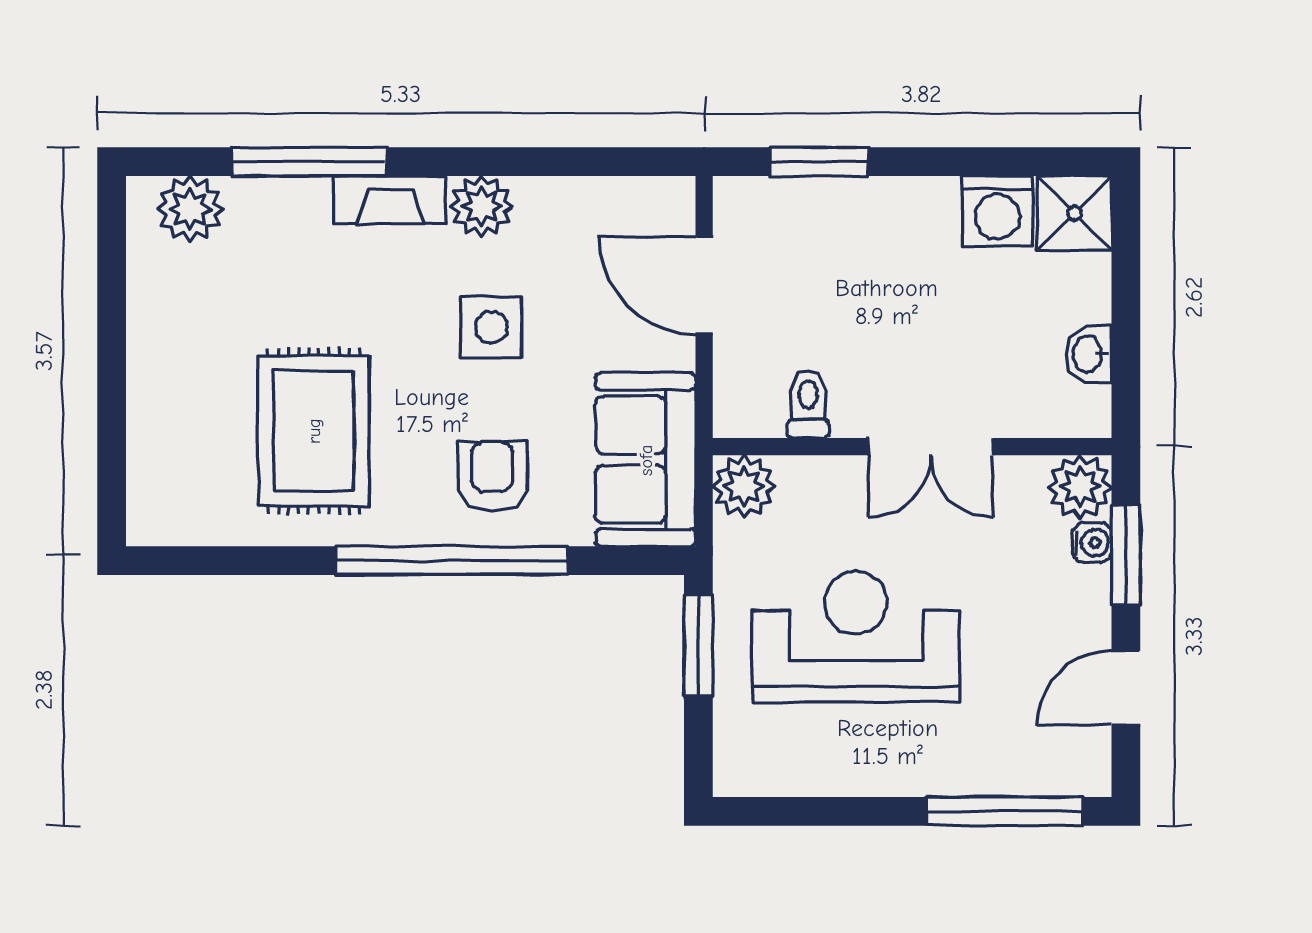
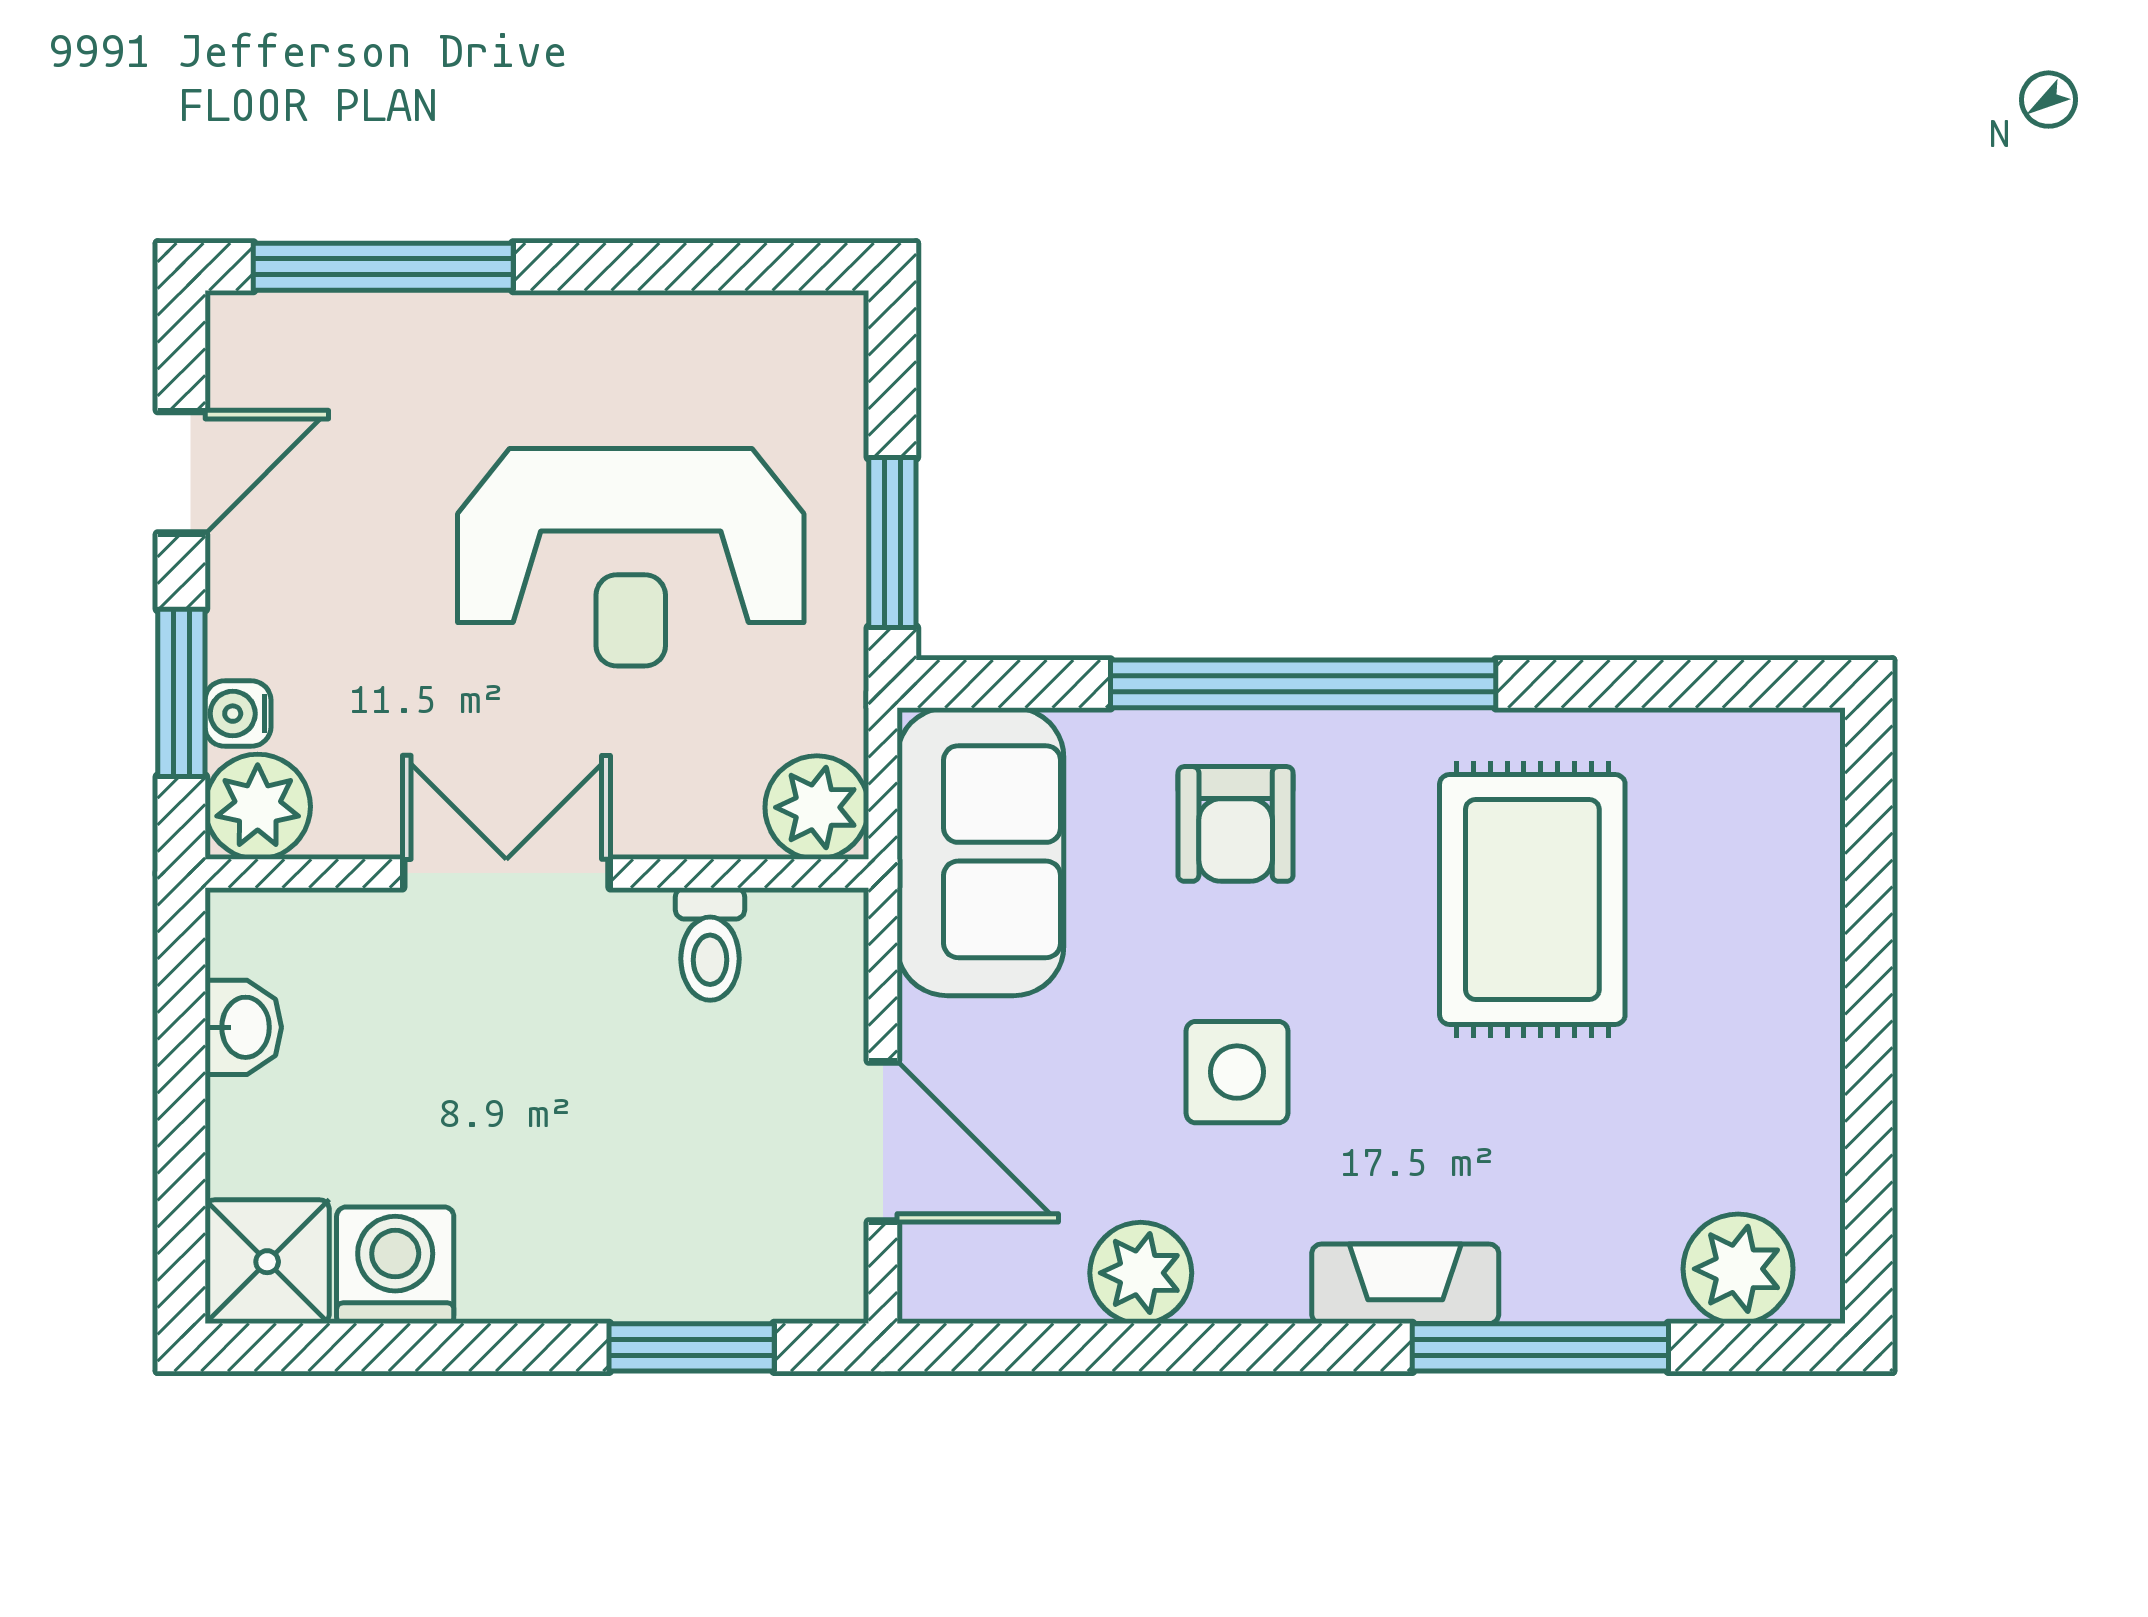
plant: (481, 206) -> (1141, 1273), moved

